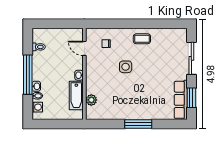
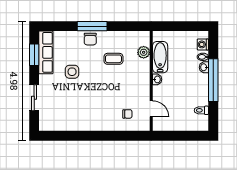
coffee table: (142, 39) -> (113, 59), moved
sliding door: (191, 58) -> (34, 98), width x0.73
side table: (126, 67) -> (72, 72), moved
chair: (140, 112) -> (90, 39), added

